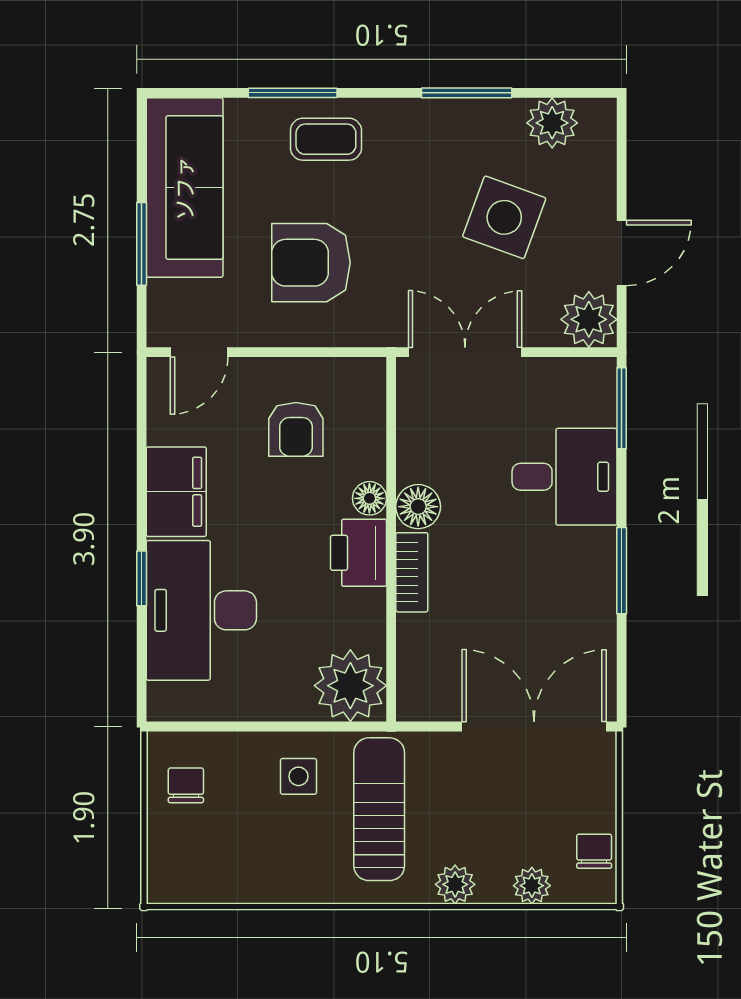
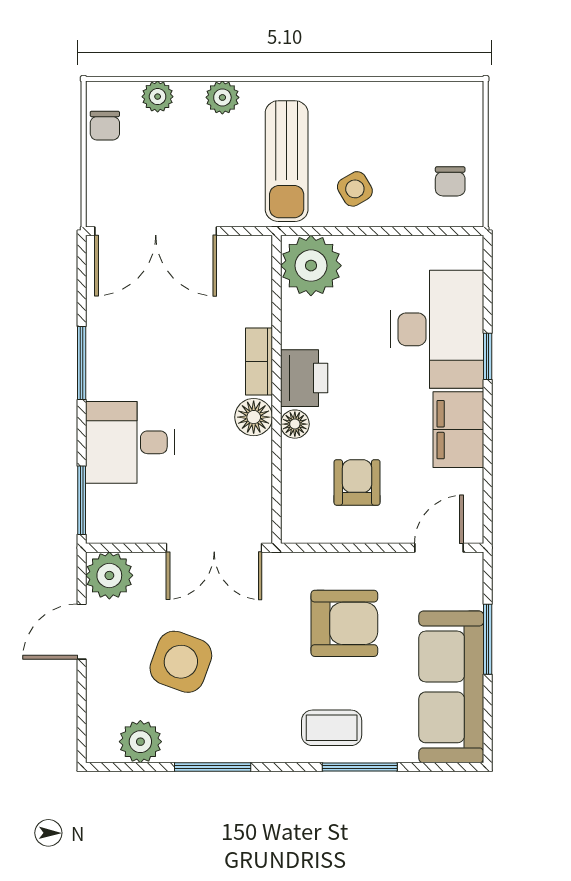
side table: (299, 776) -> (355, 189), turned -30

